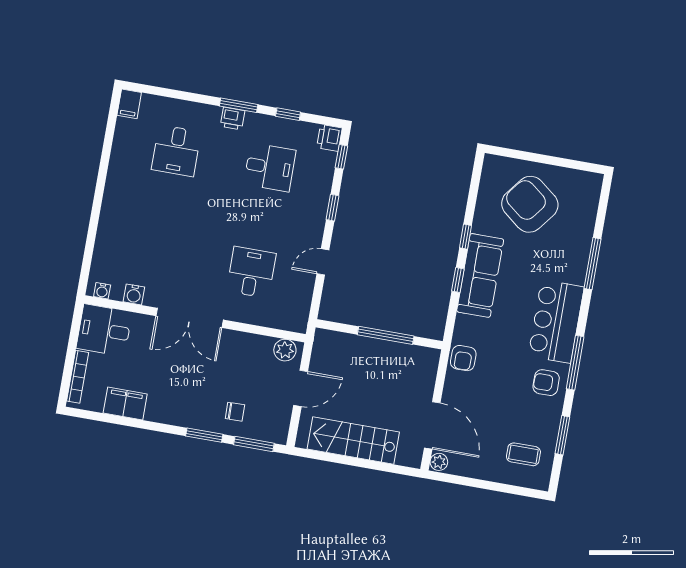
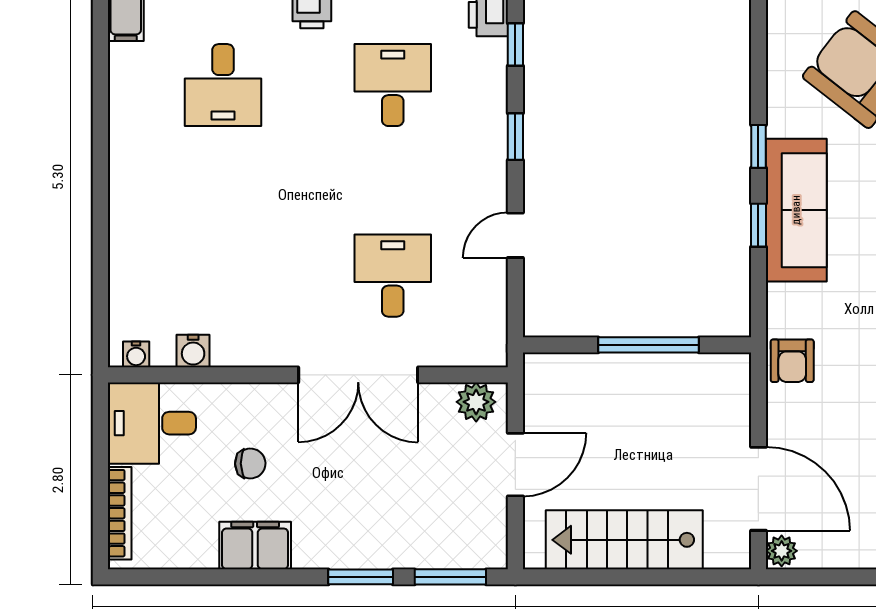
desk: (270, 167) -> (393, 85), turned -90
double door: (190, 318) -> (358, 375), moved
filing cabinet: (125, 403) -> (255, 545), moved
chair: (235, 412) -> (250, 464), moved

